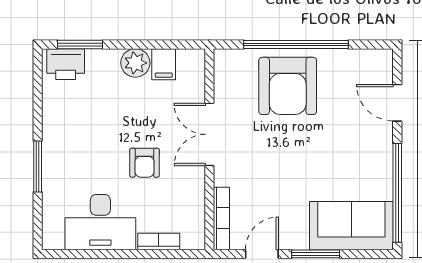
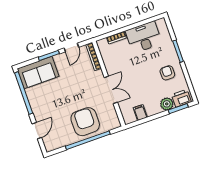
plant: (135, 63) -> (167, 104), moved
door: (397, 103) -> (37, 131), hinge flipped
armchair: (144, 163) -> (167, 73), moved

